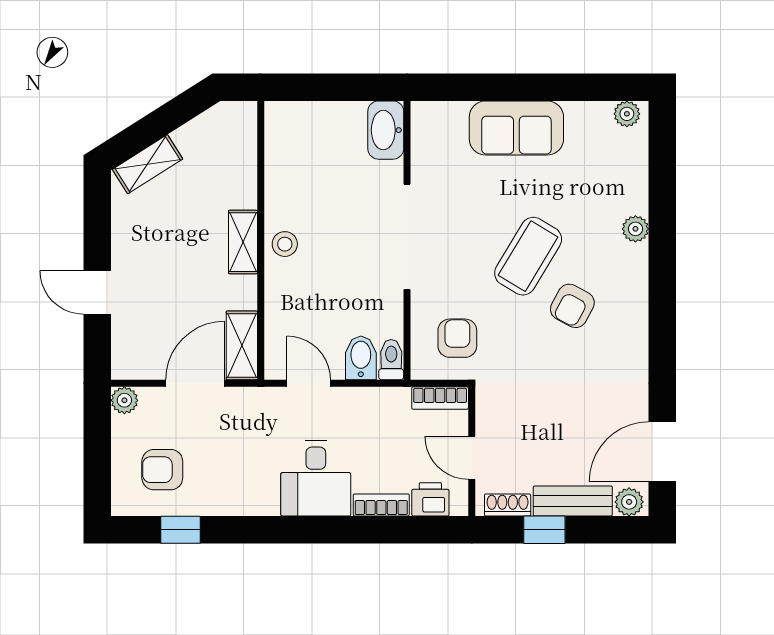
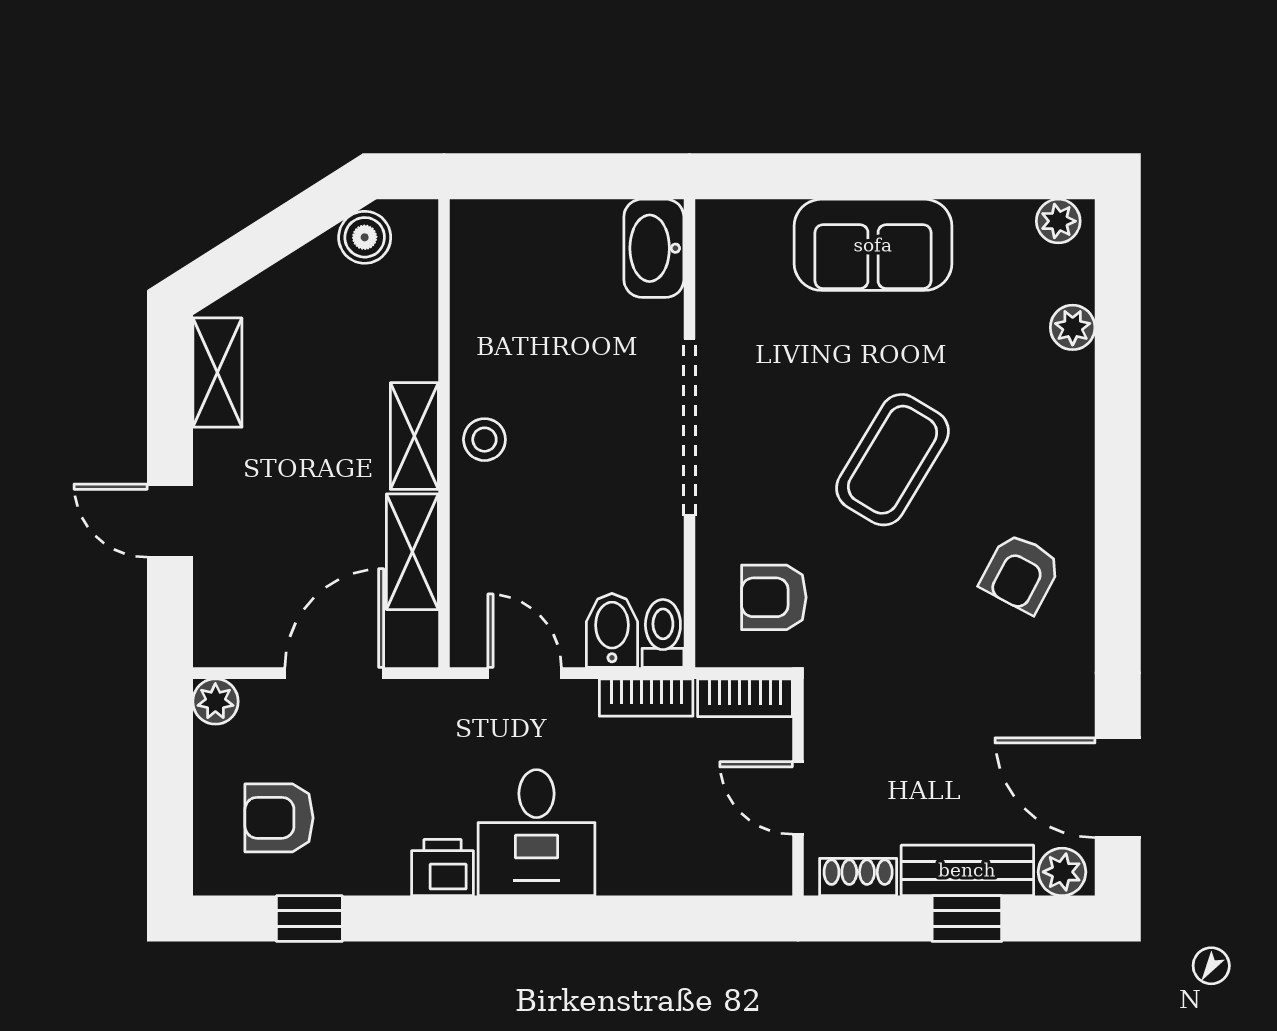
boiler: (213, 124) -> (365, 237), added
shelving: (148, 164) -> (217, 373), moved, turned -58
plant: (635, 229) -> (1073, 327), moved
armchair: (572, 306) -> (1021, 573), moved
armchair: (457, 338) -> (774, 597), turned -90
shelving: (242, 345) -> (412, 552), moved
door: (662, 452) -> (1118, 788), hinge flipped
printer: (430, 499) -> (443, 868), moved
bookcase: (381, 505) -> (646, 697), moved, turned 180
window: (544, 530) -> (967, 919), moved

